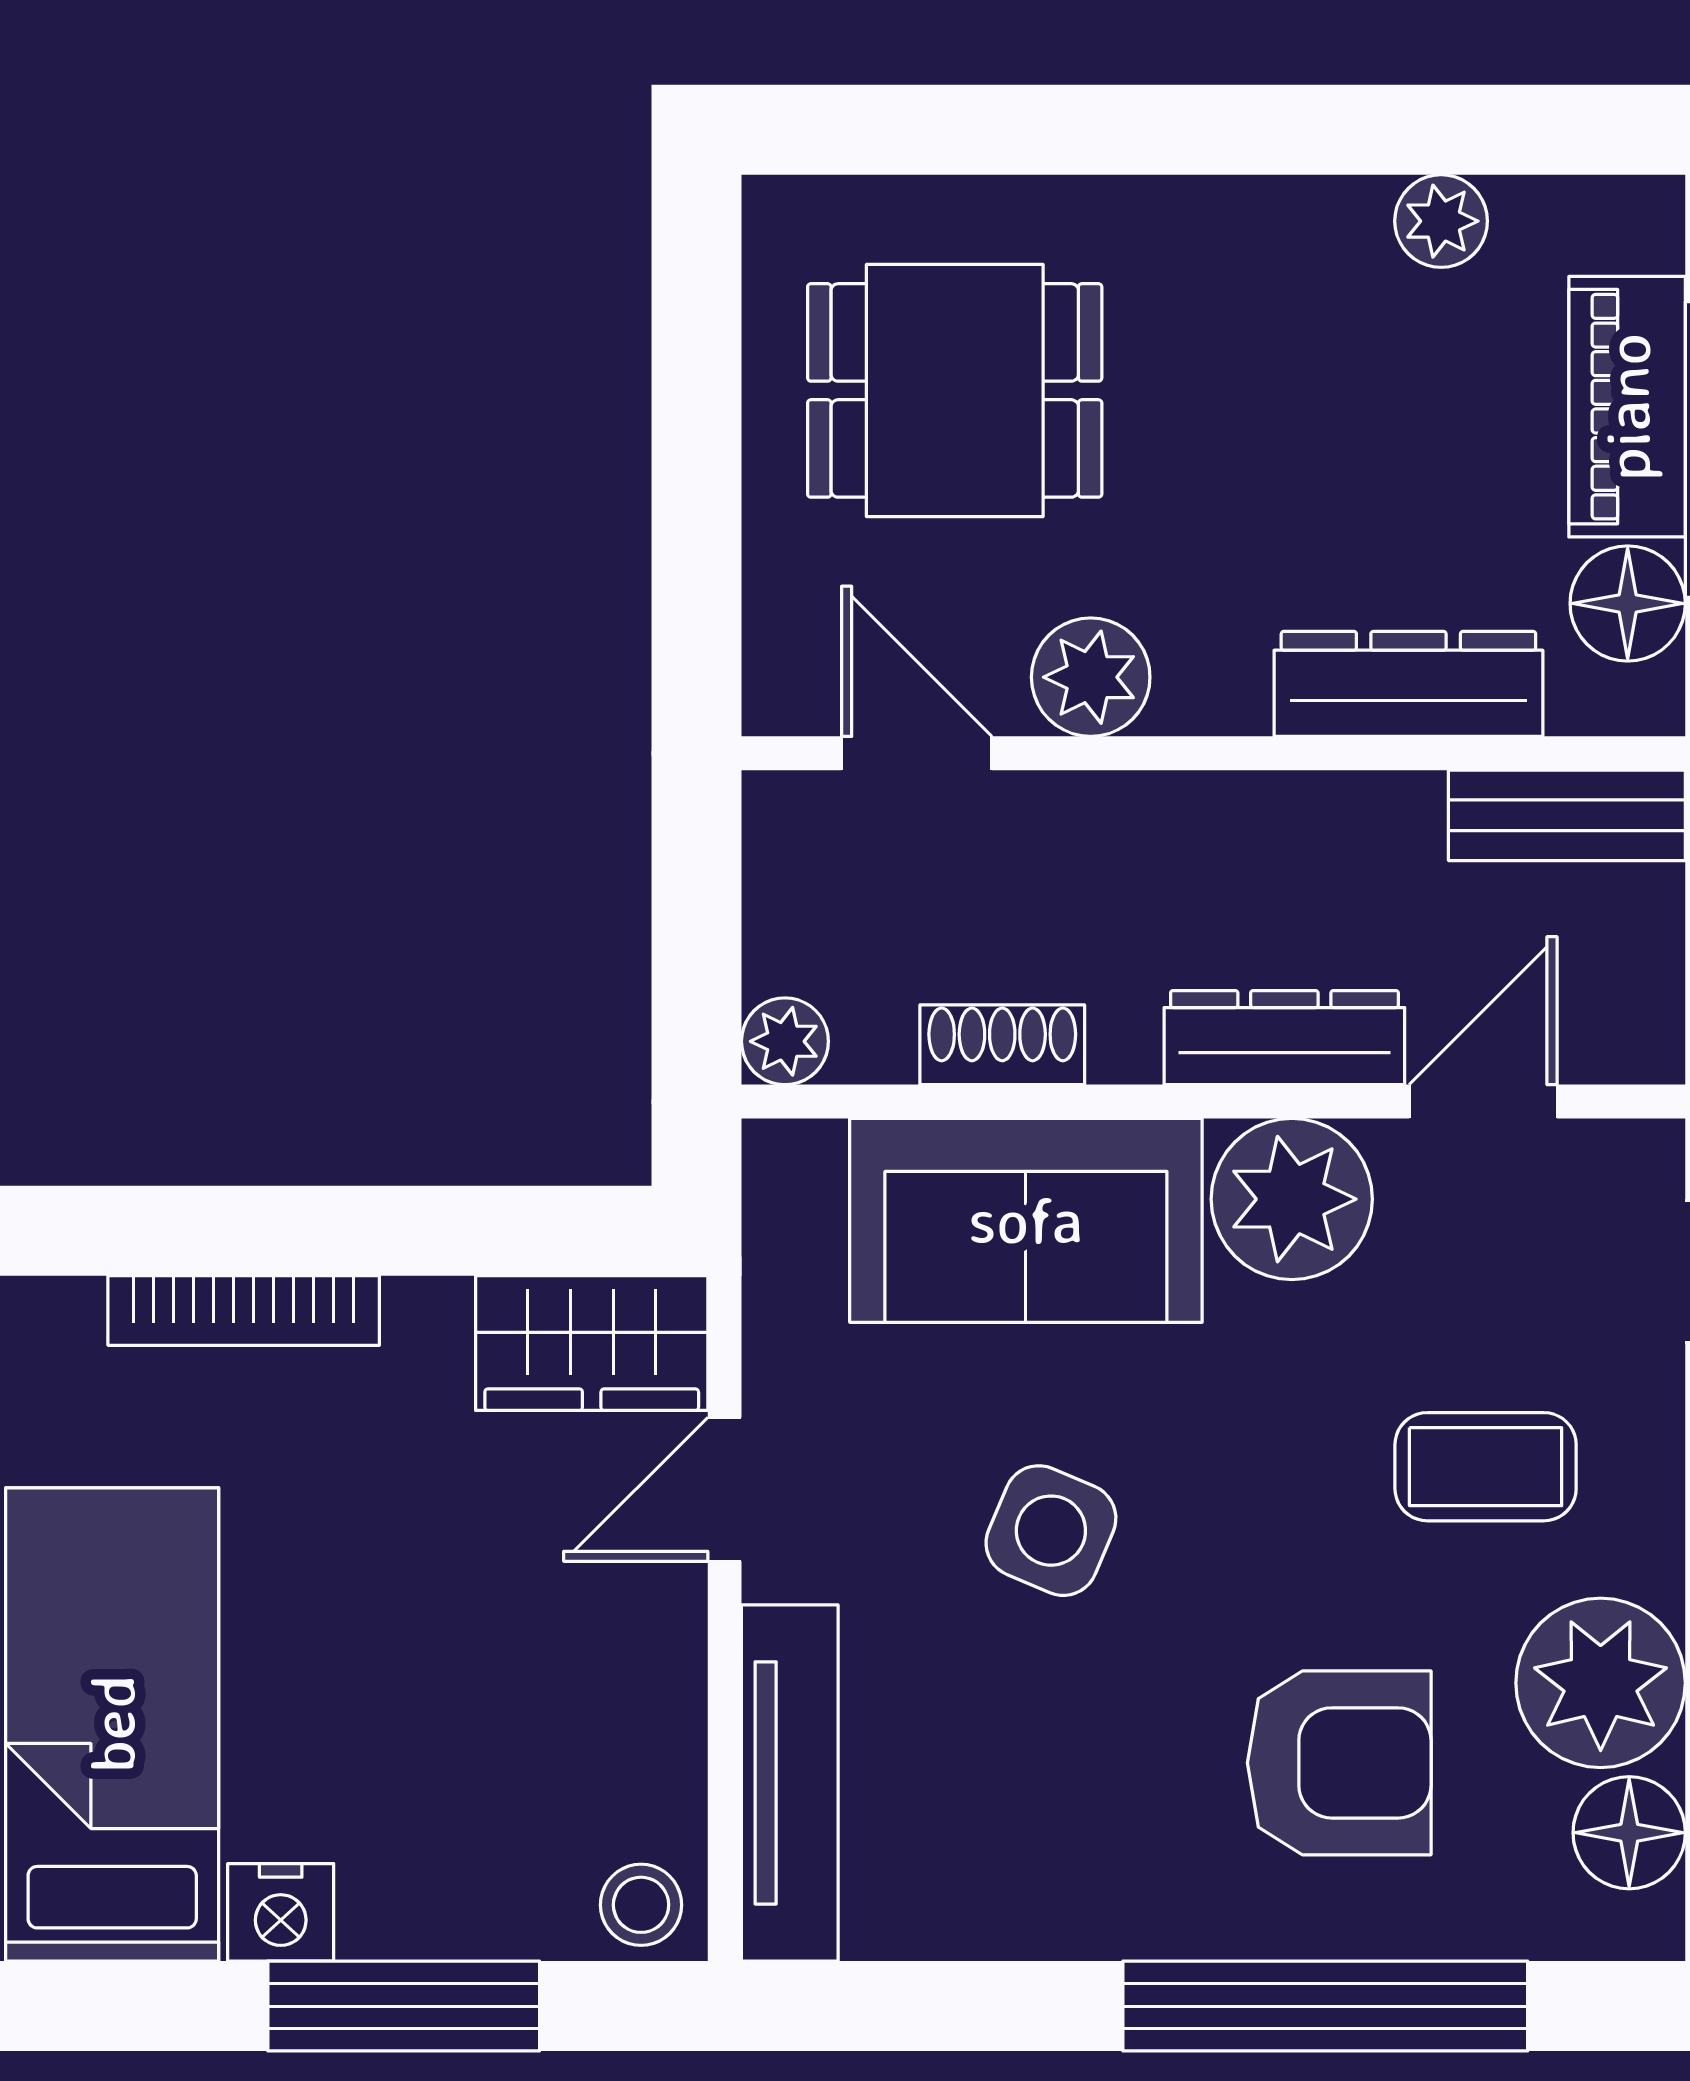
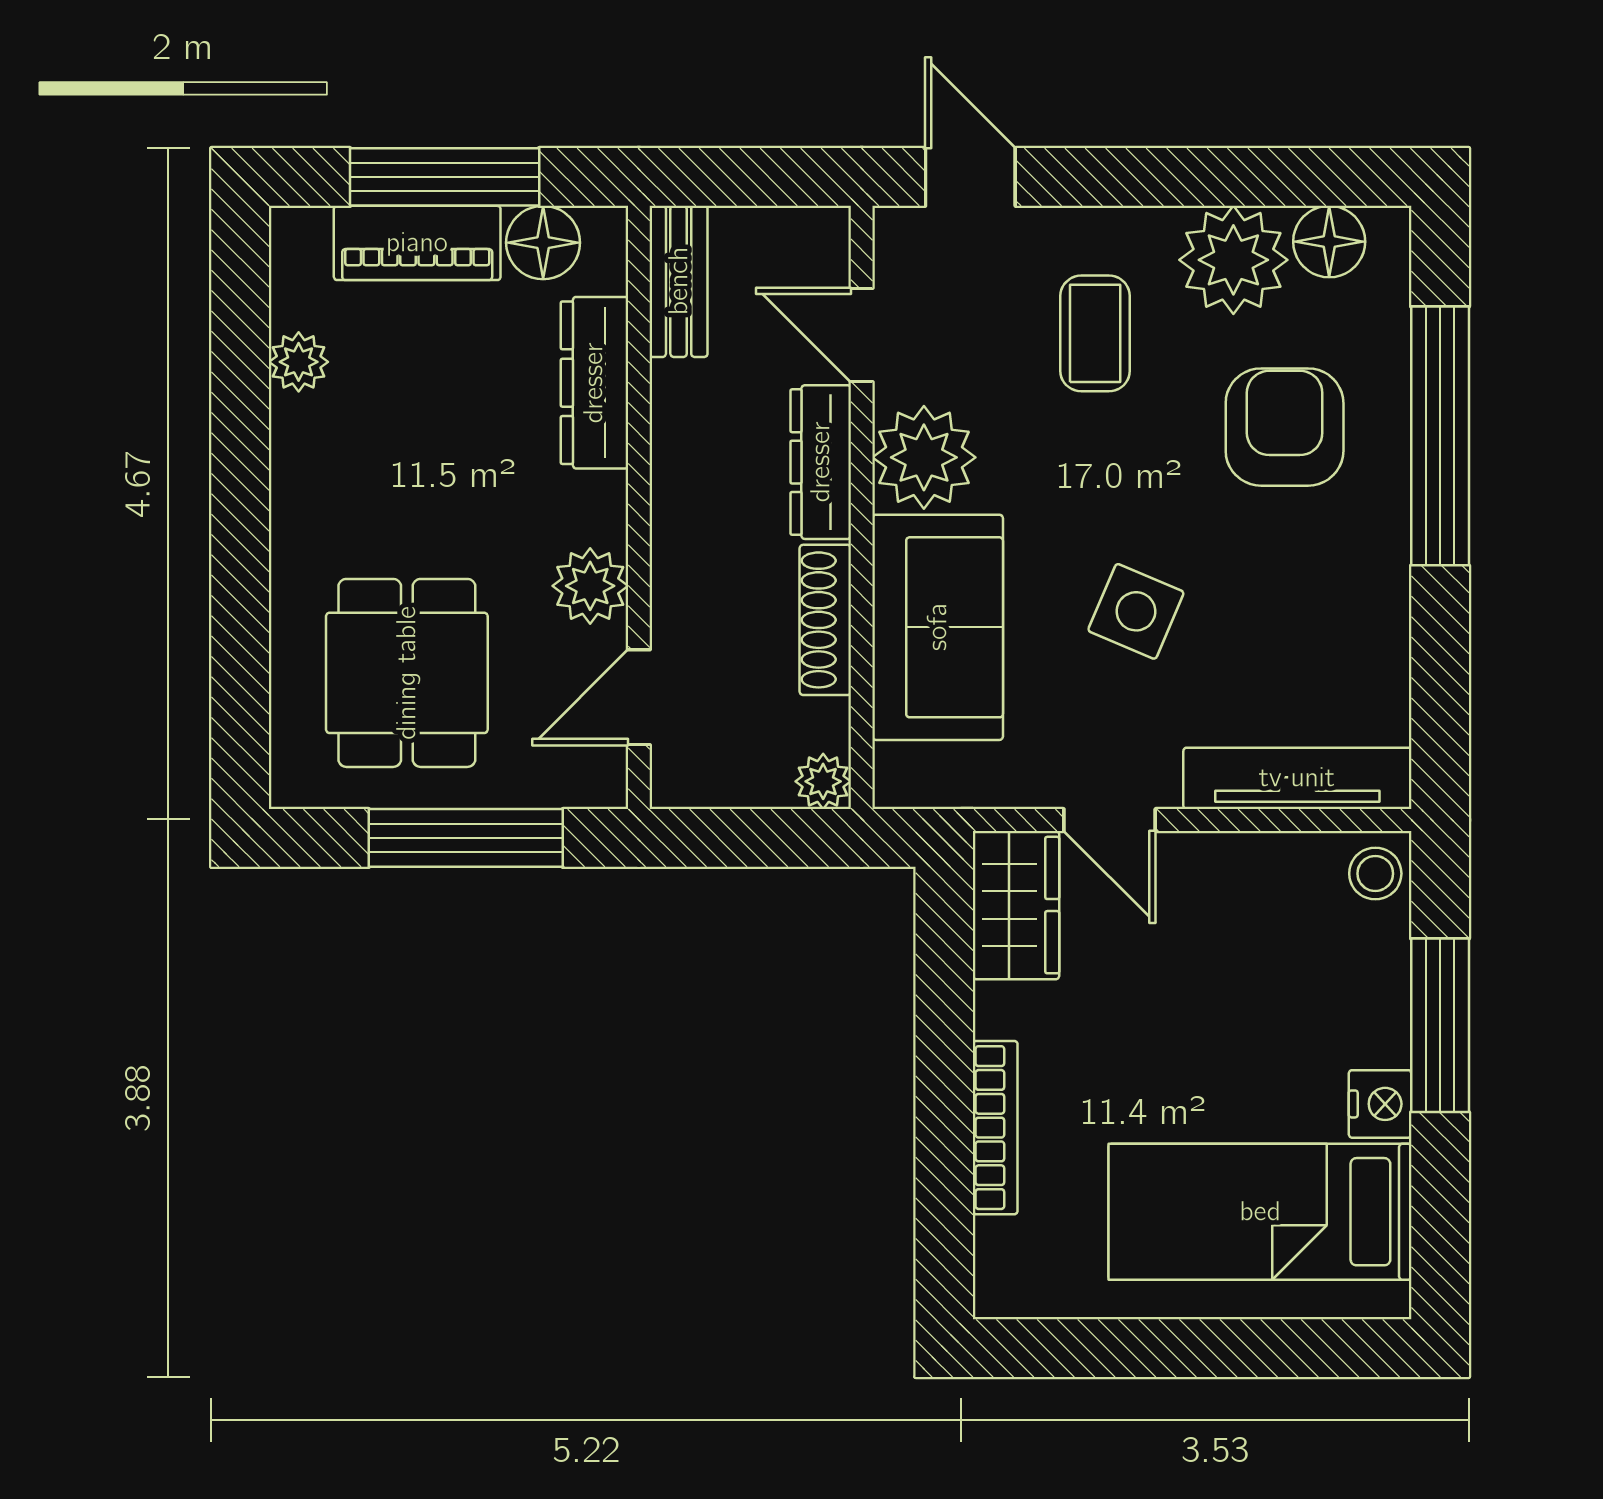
window: (697, 483) -> (466, 838), added
shoe rack: (1002, 1045) -> (825, 620), width x1.43

